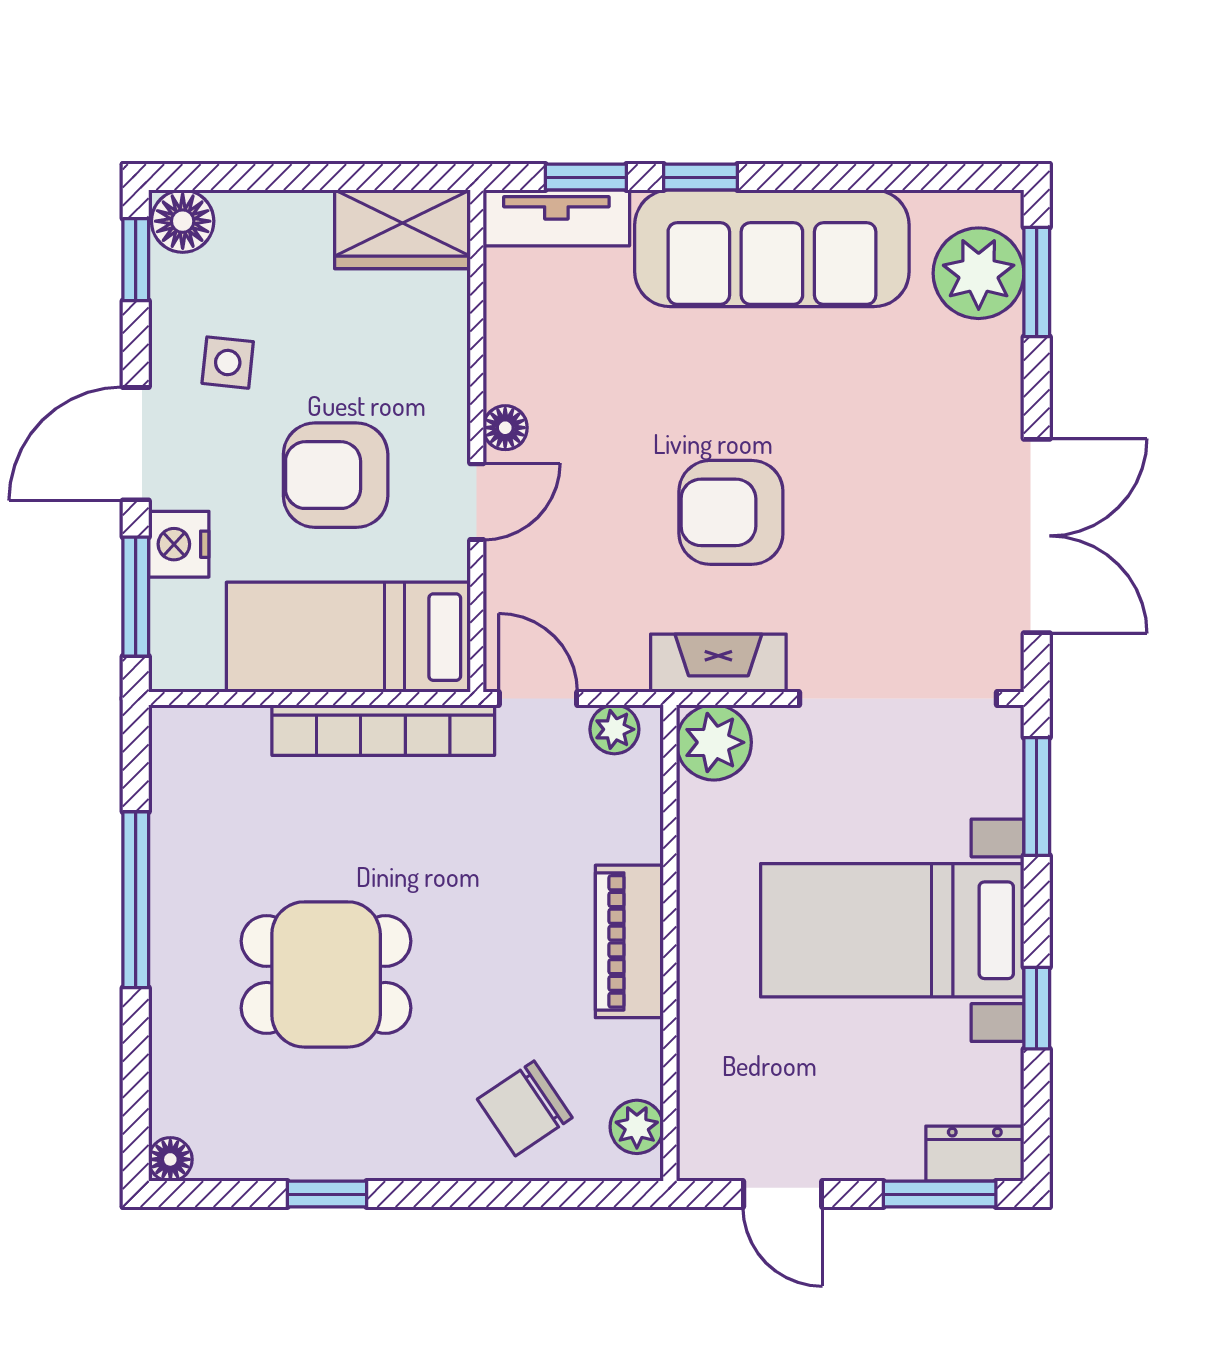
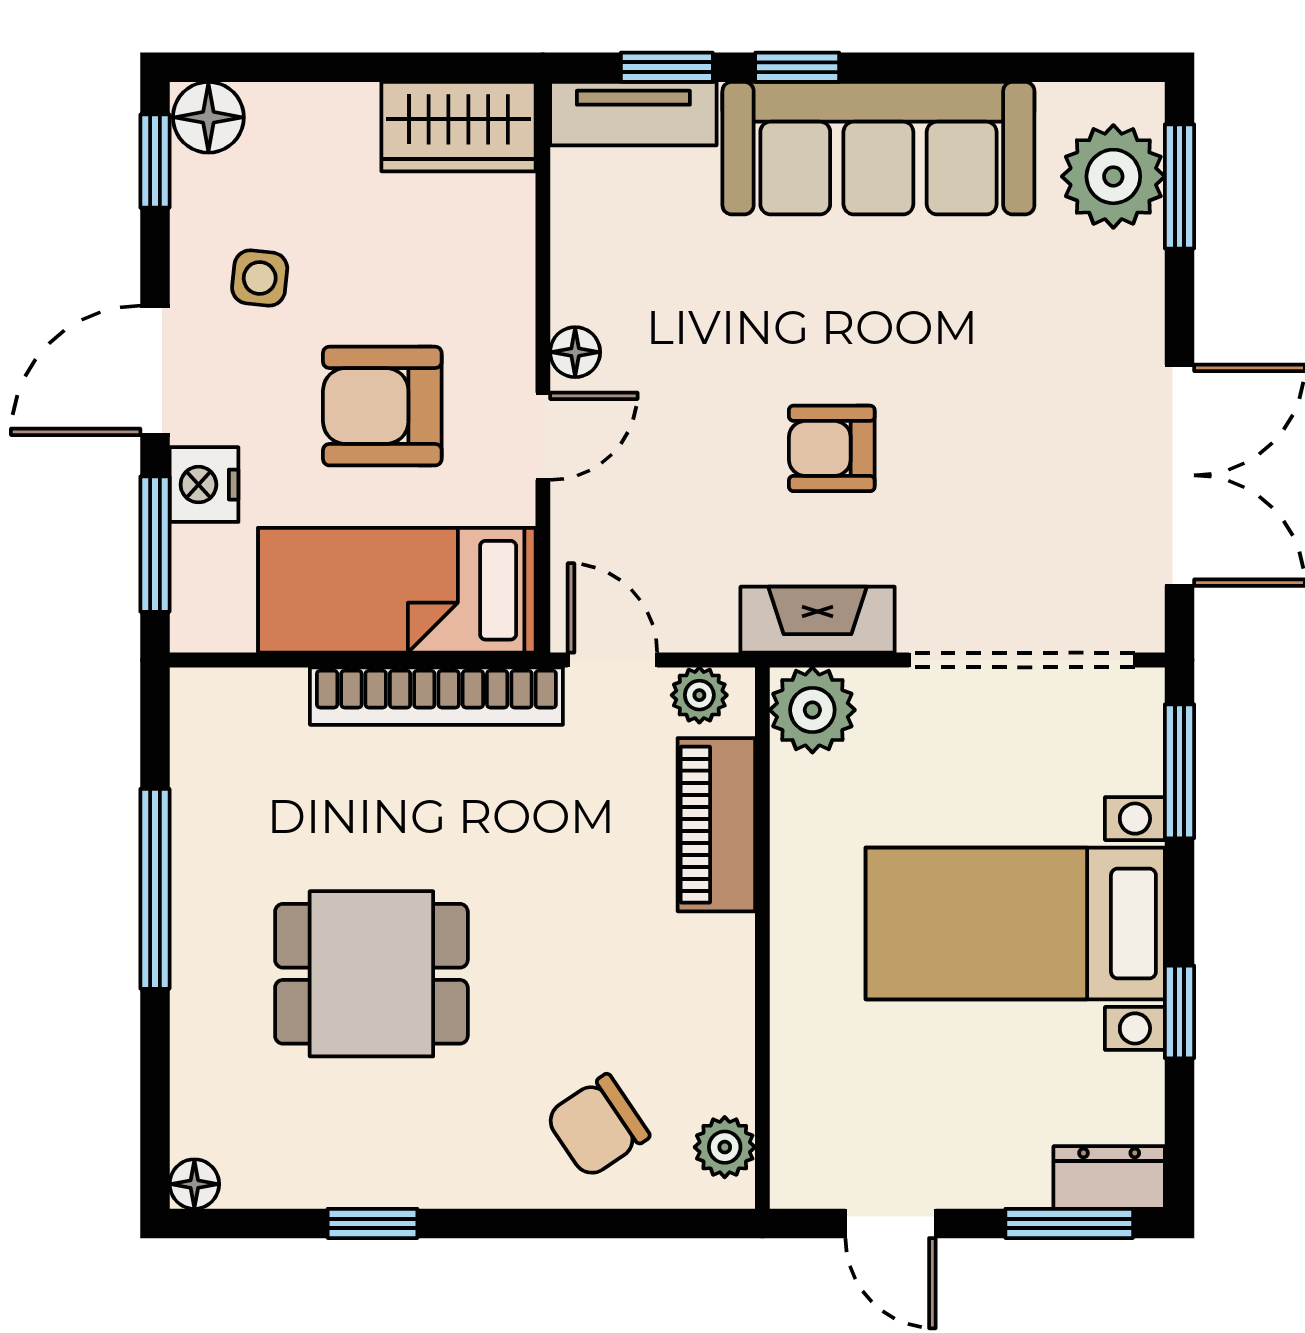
armchair: (731, 512) -> (832, 448), width x0.72, depth x0.72
piano: (629, 941) -> (716, 825), moved

